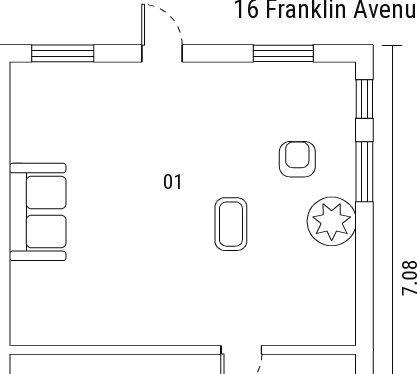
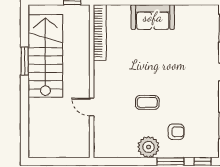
bookcase: (73, 332) -> (100, 32), added

